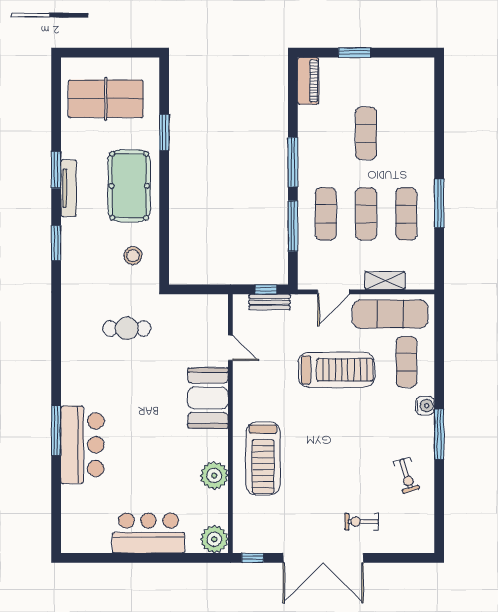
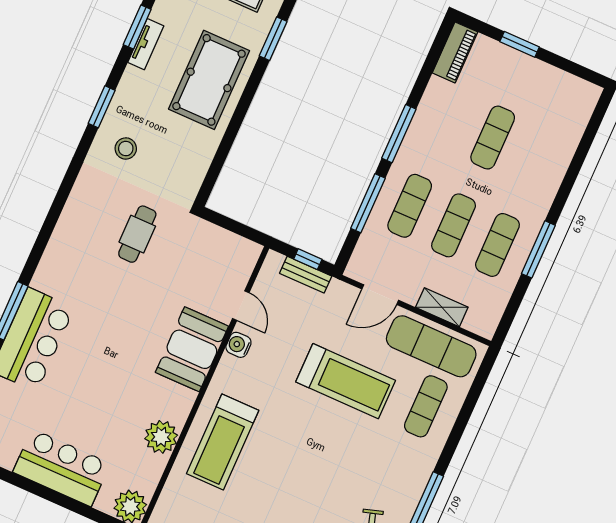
tv unit: (69, 188) -> (146, 44), width x0.71
stool: (133, 256) -> (126, 149), moved
cafe table: (127, 328) -> (137, 234), turned 90
water cooler: (425, 406) -> (238, 345), moved, turned 180

